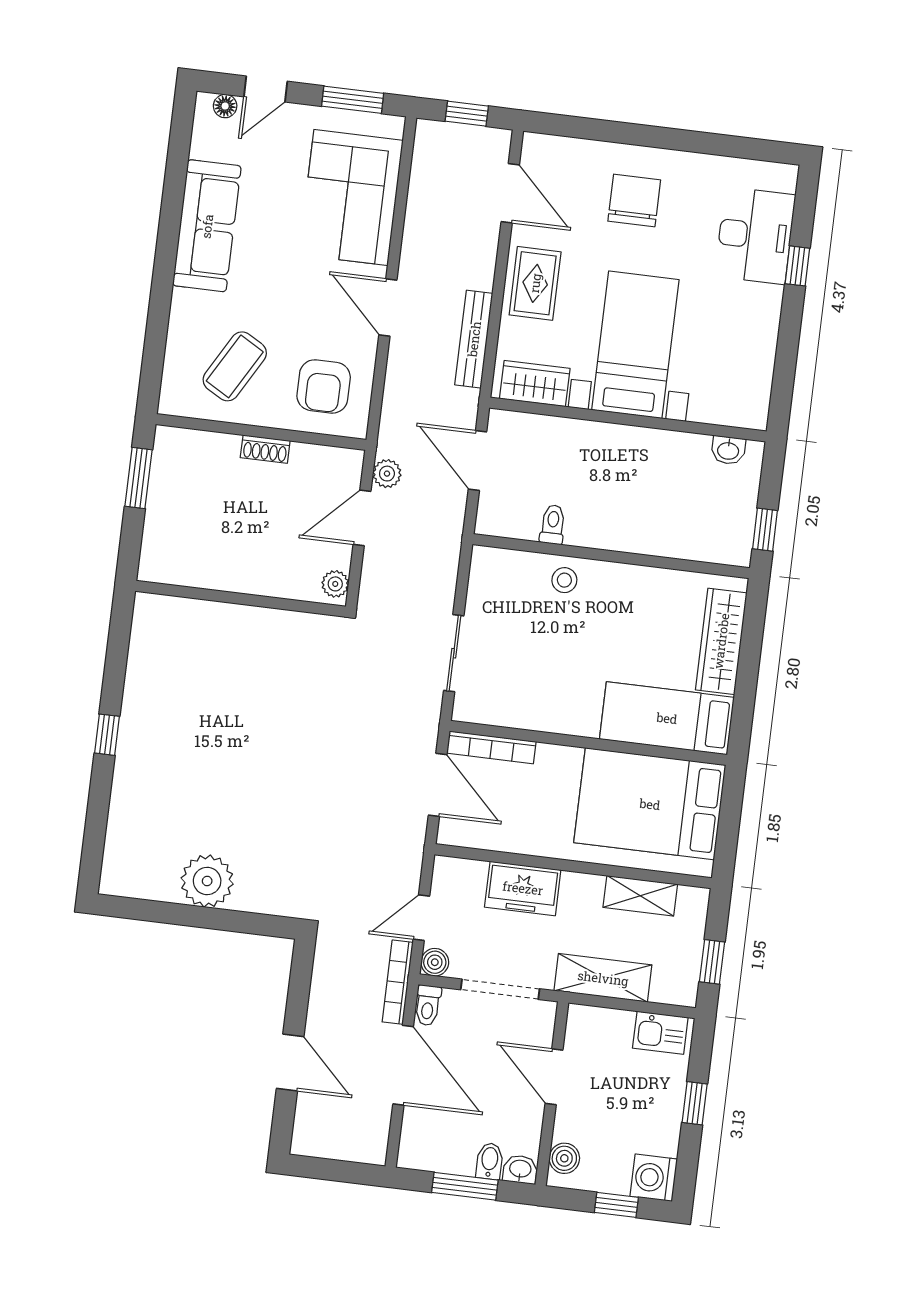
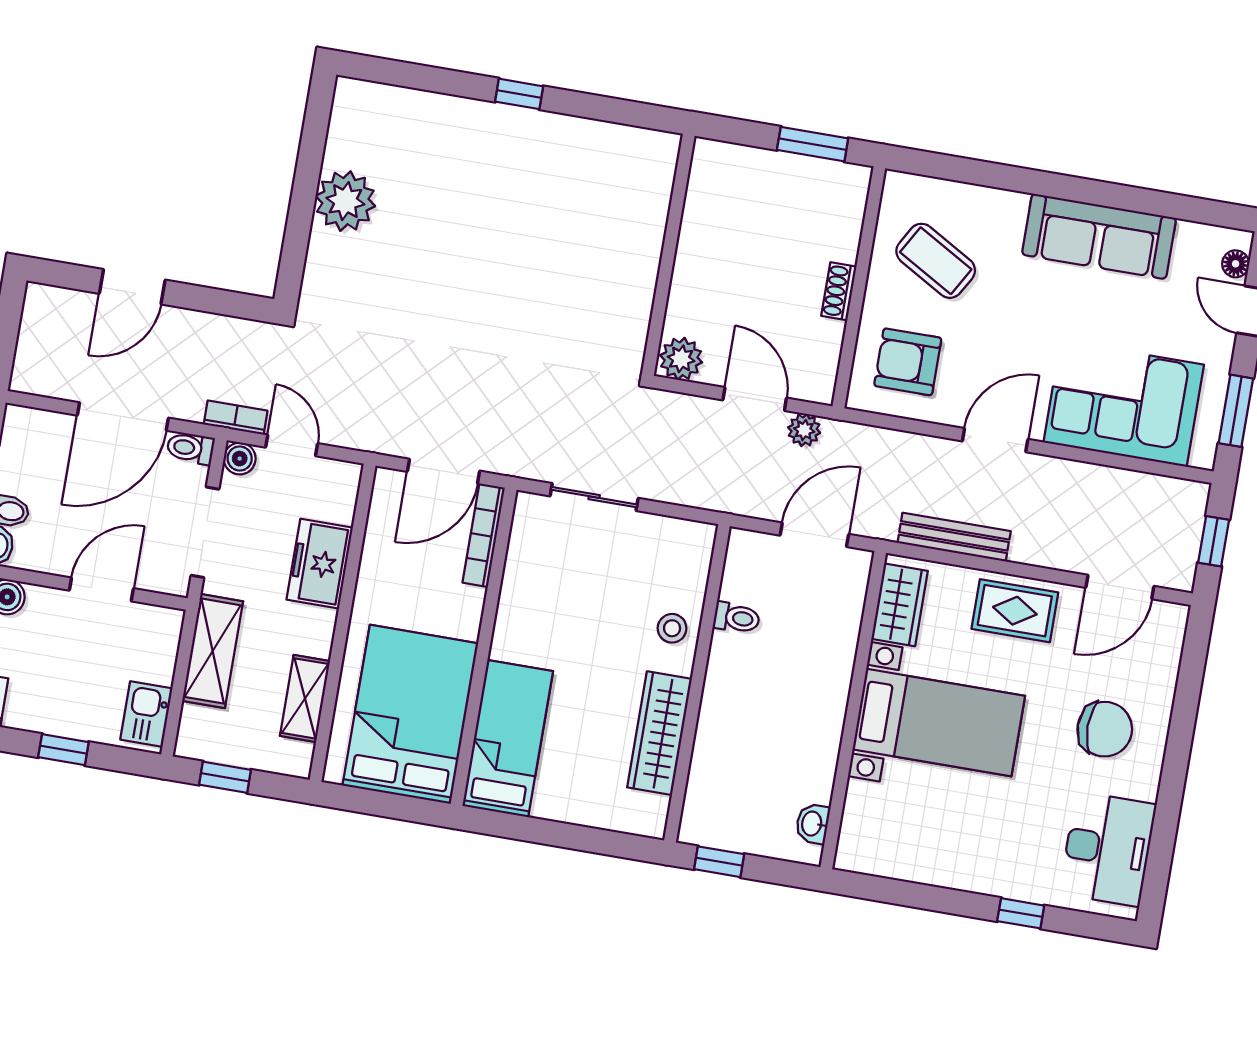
desk: (755, 236) -> (1108, 849), moved, turned -90
plant: (335, 584) -> (681, 359), width x1.38, depth x1.38
wardrobe: (721, 641) -> (659, 733), moved, turned -90
bookcase: (398, 982) -> (236, 418), width x0.64

